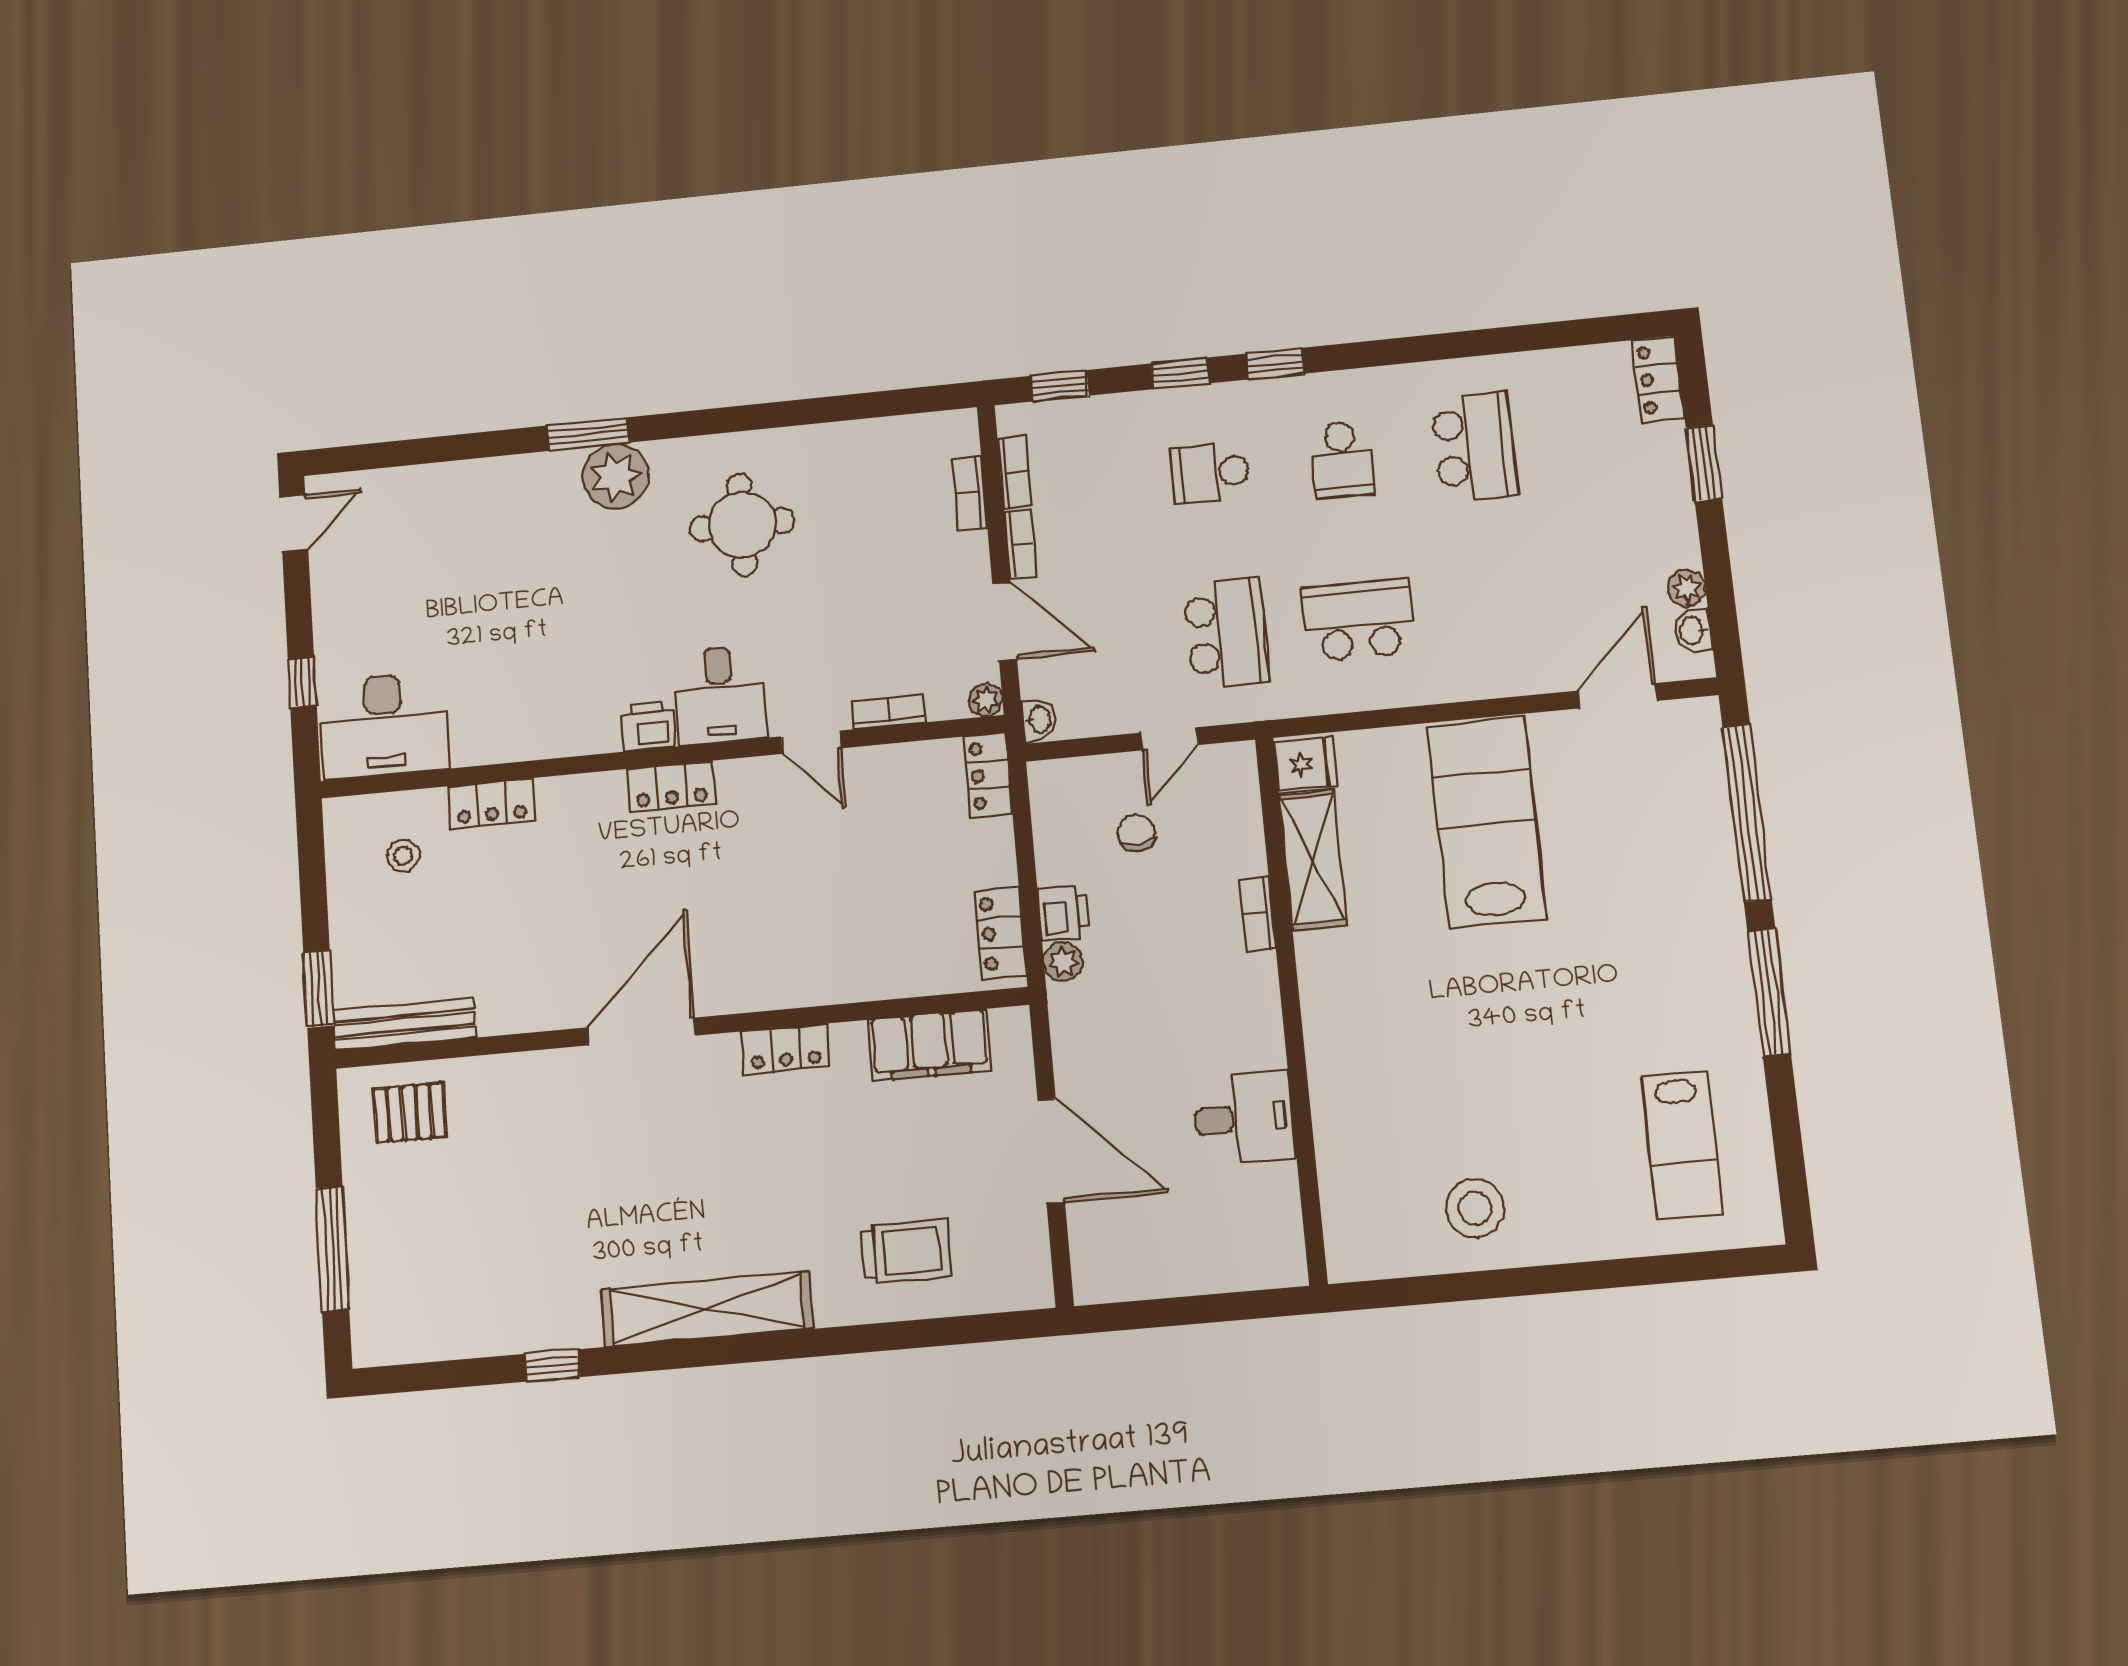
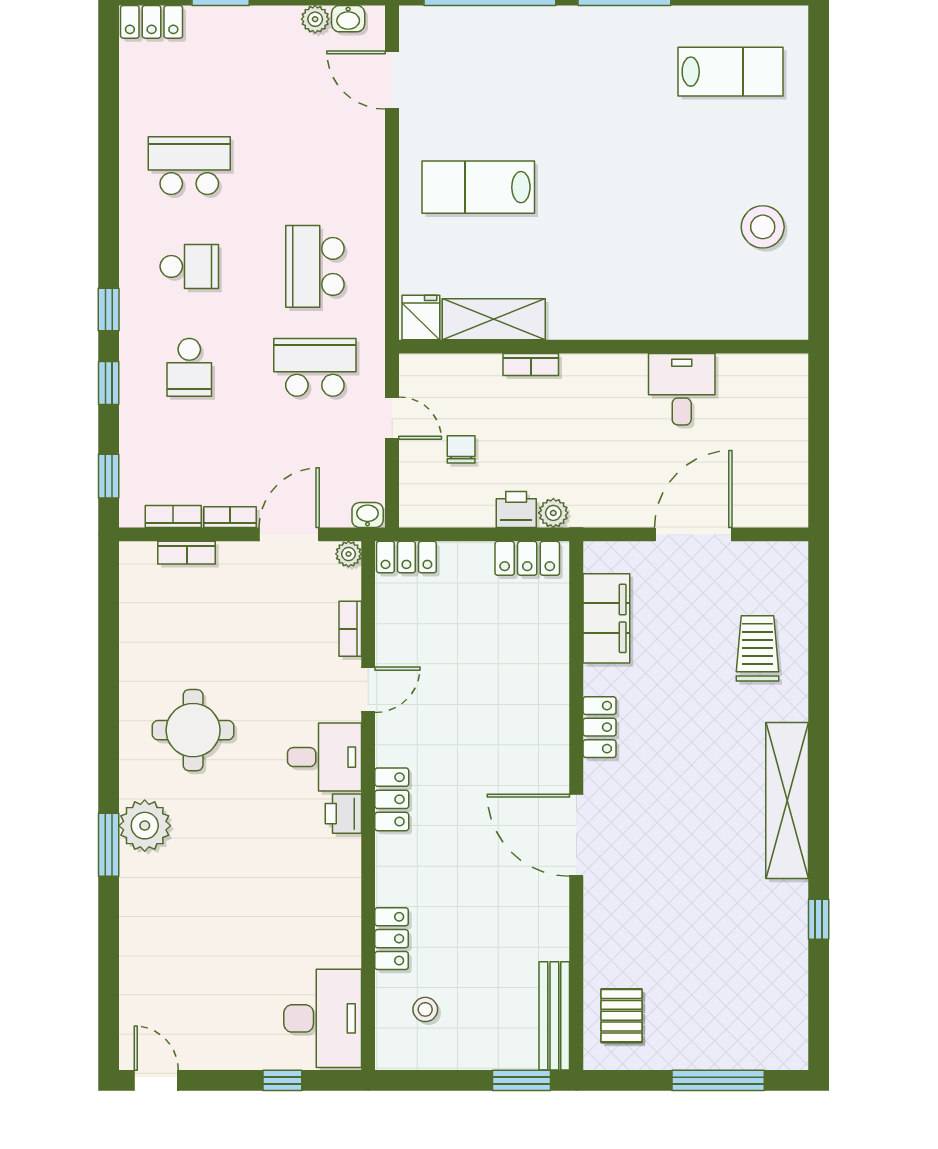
lab bench: (1487, 822) -> (478, 187), width x0.73, depth x0.72
chair: (1136, 833) -> (461, 449), turned 95

